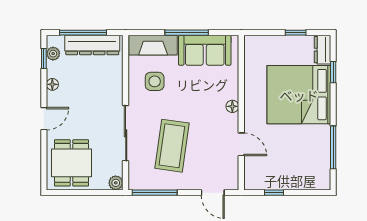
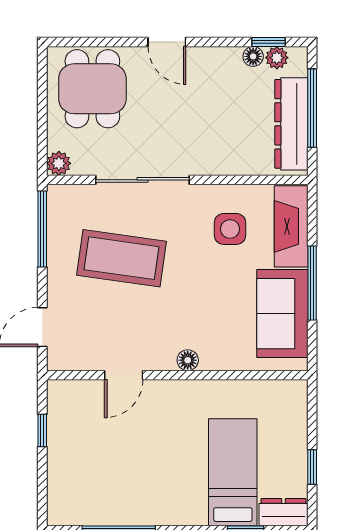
floor lamp: (52, 84) -> (253, 56), moved
bed: (299, 95) -> (233, 472), width x0.49
dining table: (72, 163) -> (92, 89), turned 90

